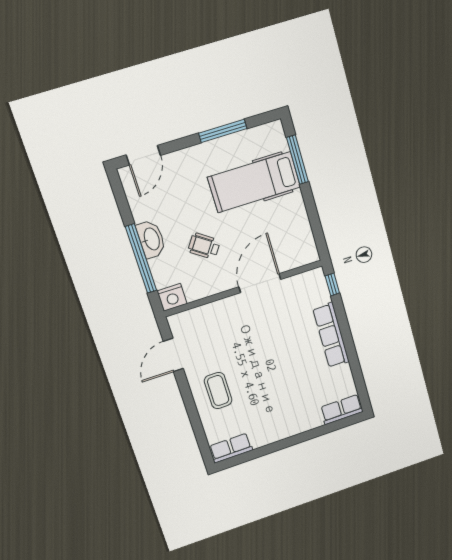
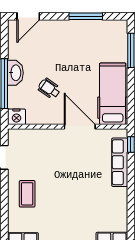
hospital bed: (254, 182) -> (113, 94), moved, turned 90
door: (260, 283) -> (80, 127), hinge flipped
row of seats: (331, 335) -> (120, 162), moved

